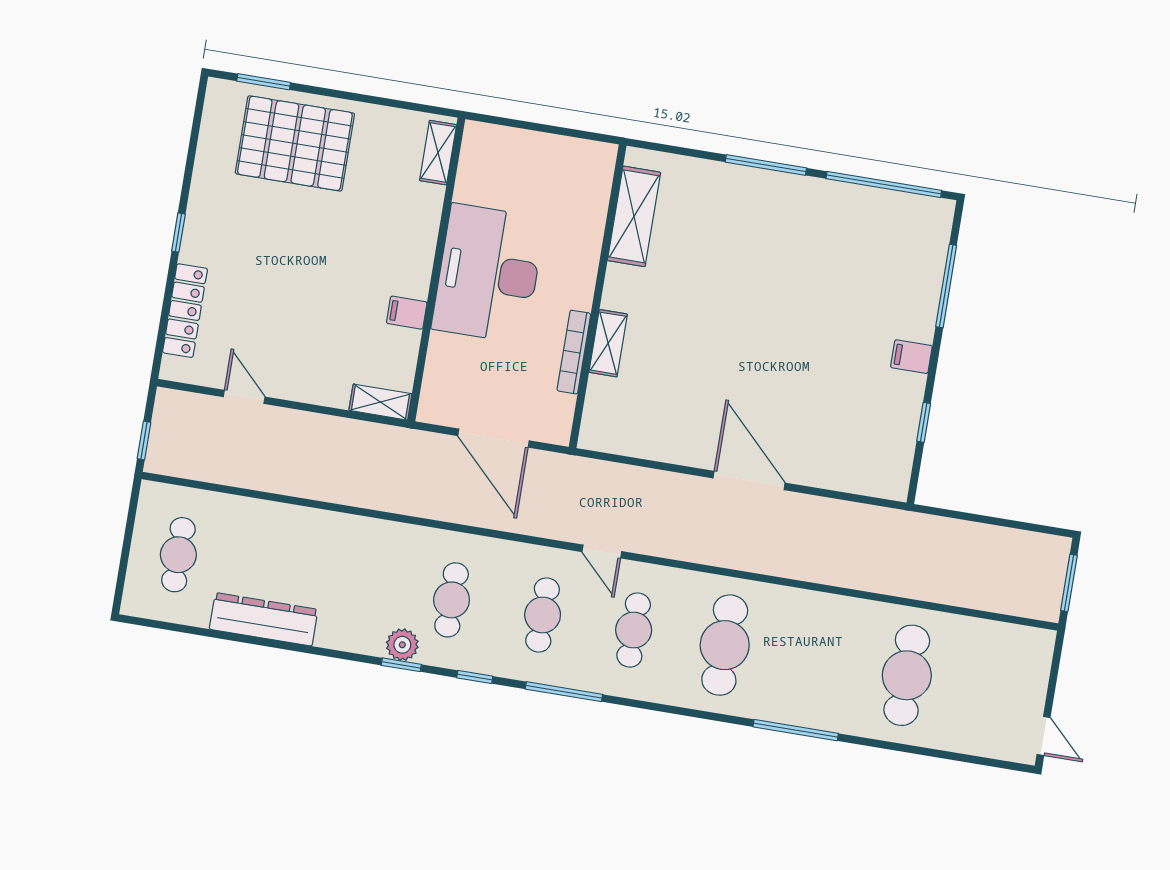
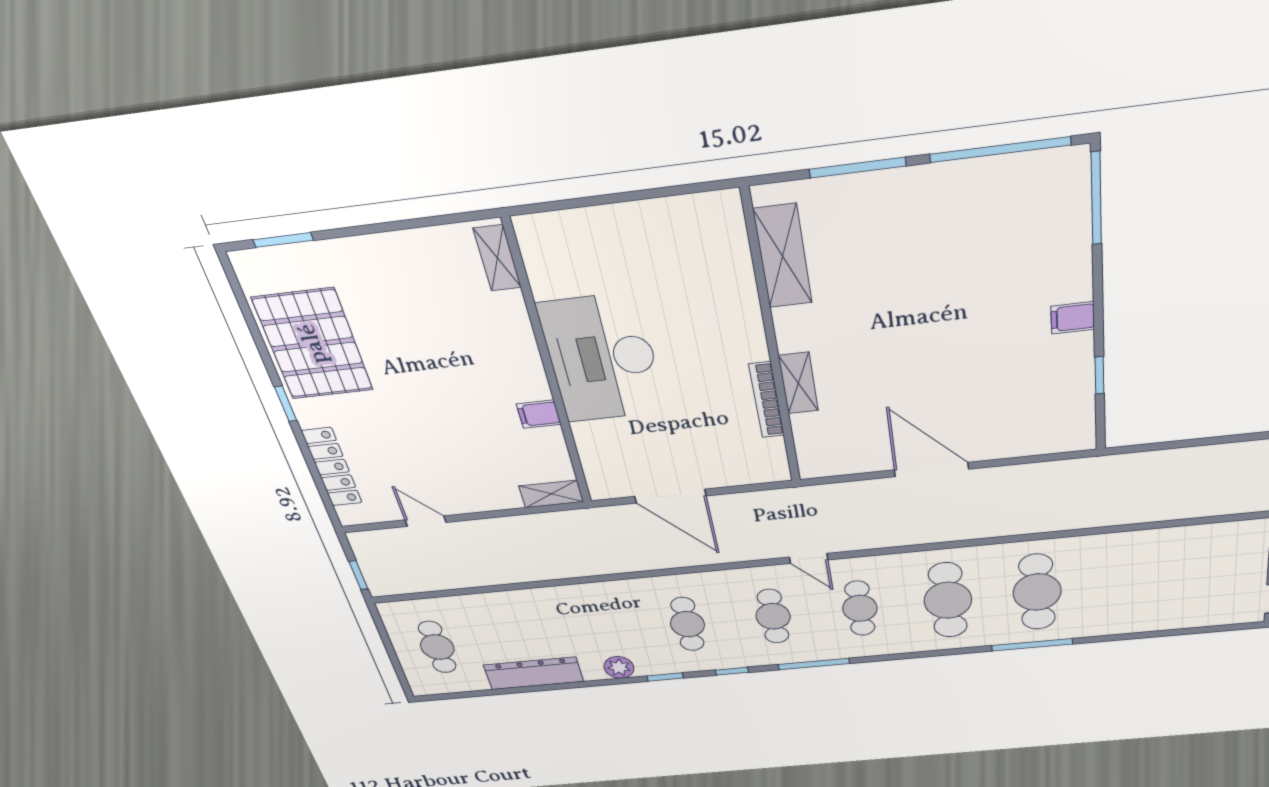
pallet: (295, 143) -> (313, 344), moved, turned 90
shelving: (634, 216) -> (783, 256), moved
window: (946, 286) -> (1096, 199), moved
wall: (598, 296) -> (772, 344), moved
shelving: (608, 343) -> (798, 383), moved
bookcase: (574, 352) -> (767, 400), moved
plant: (402, 645) -> (619, 667), moved
cafe table: (907, 675) -> (1037, 592), moved

